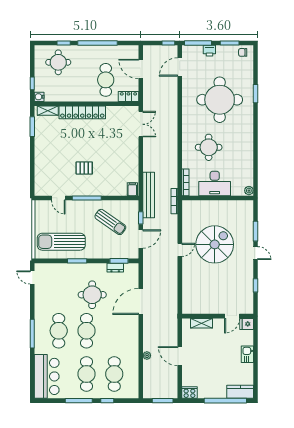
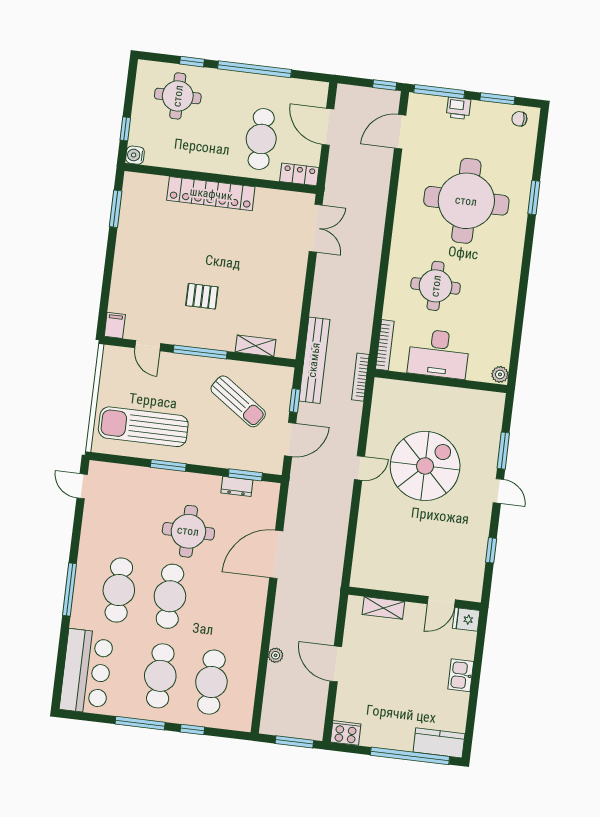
shelving: (48, 111) -> (256, 346), moved
filing cabinet: (132, 189) -> (115, 325), moved

